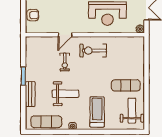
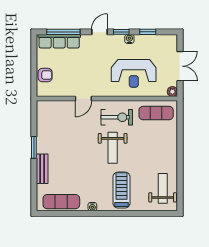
exercise bike: (93, 51) -> (117, 117), turned 180
exercise bike: (65, 62) -> (83, 131), removed
exercise mat: (126, 85) -> (156, 113), moved
weight bench: (66, 94) -> (113, 148), moved, turned 90

